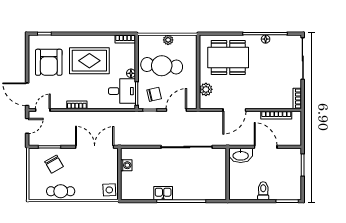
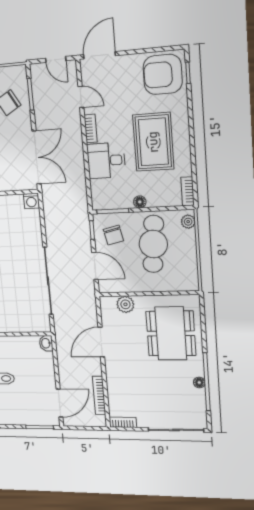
plant: (168, 40) -> (188, 222), moved
armchair: (49, 62) -> (163, 74), moved
desk: (122, 91) -> (106, 161), moved, turned 90
door: (43, 110) -> (81, 97), moved
door: (234, 110) -> (101, 342), hinge flipped
door: (266, 147) -> (60, 403), moved
washbasin: (241, 155) -> (46, 343), width x0.52, depth x0.69
washing machine: (126, 165) -> (31, 201), moved

